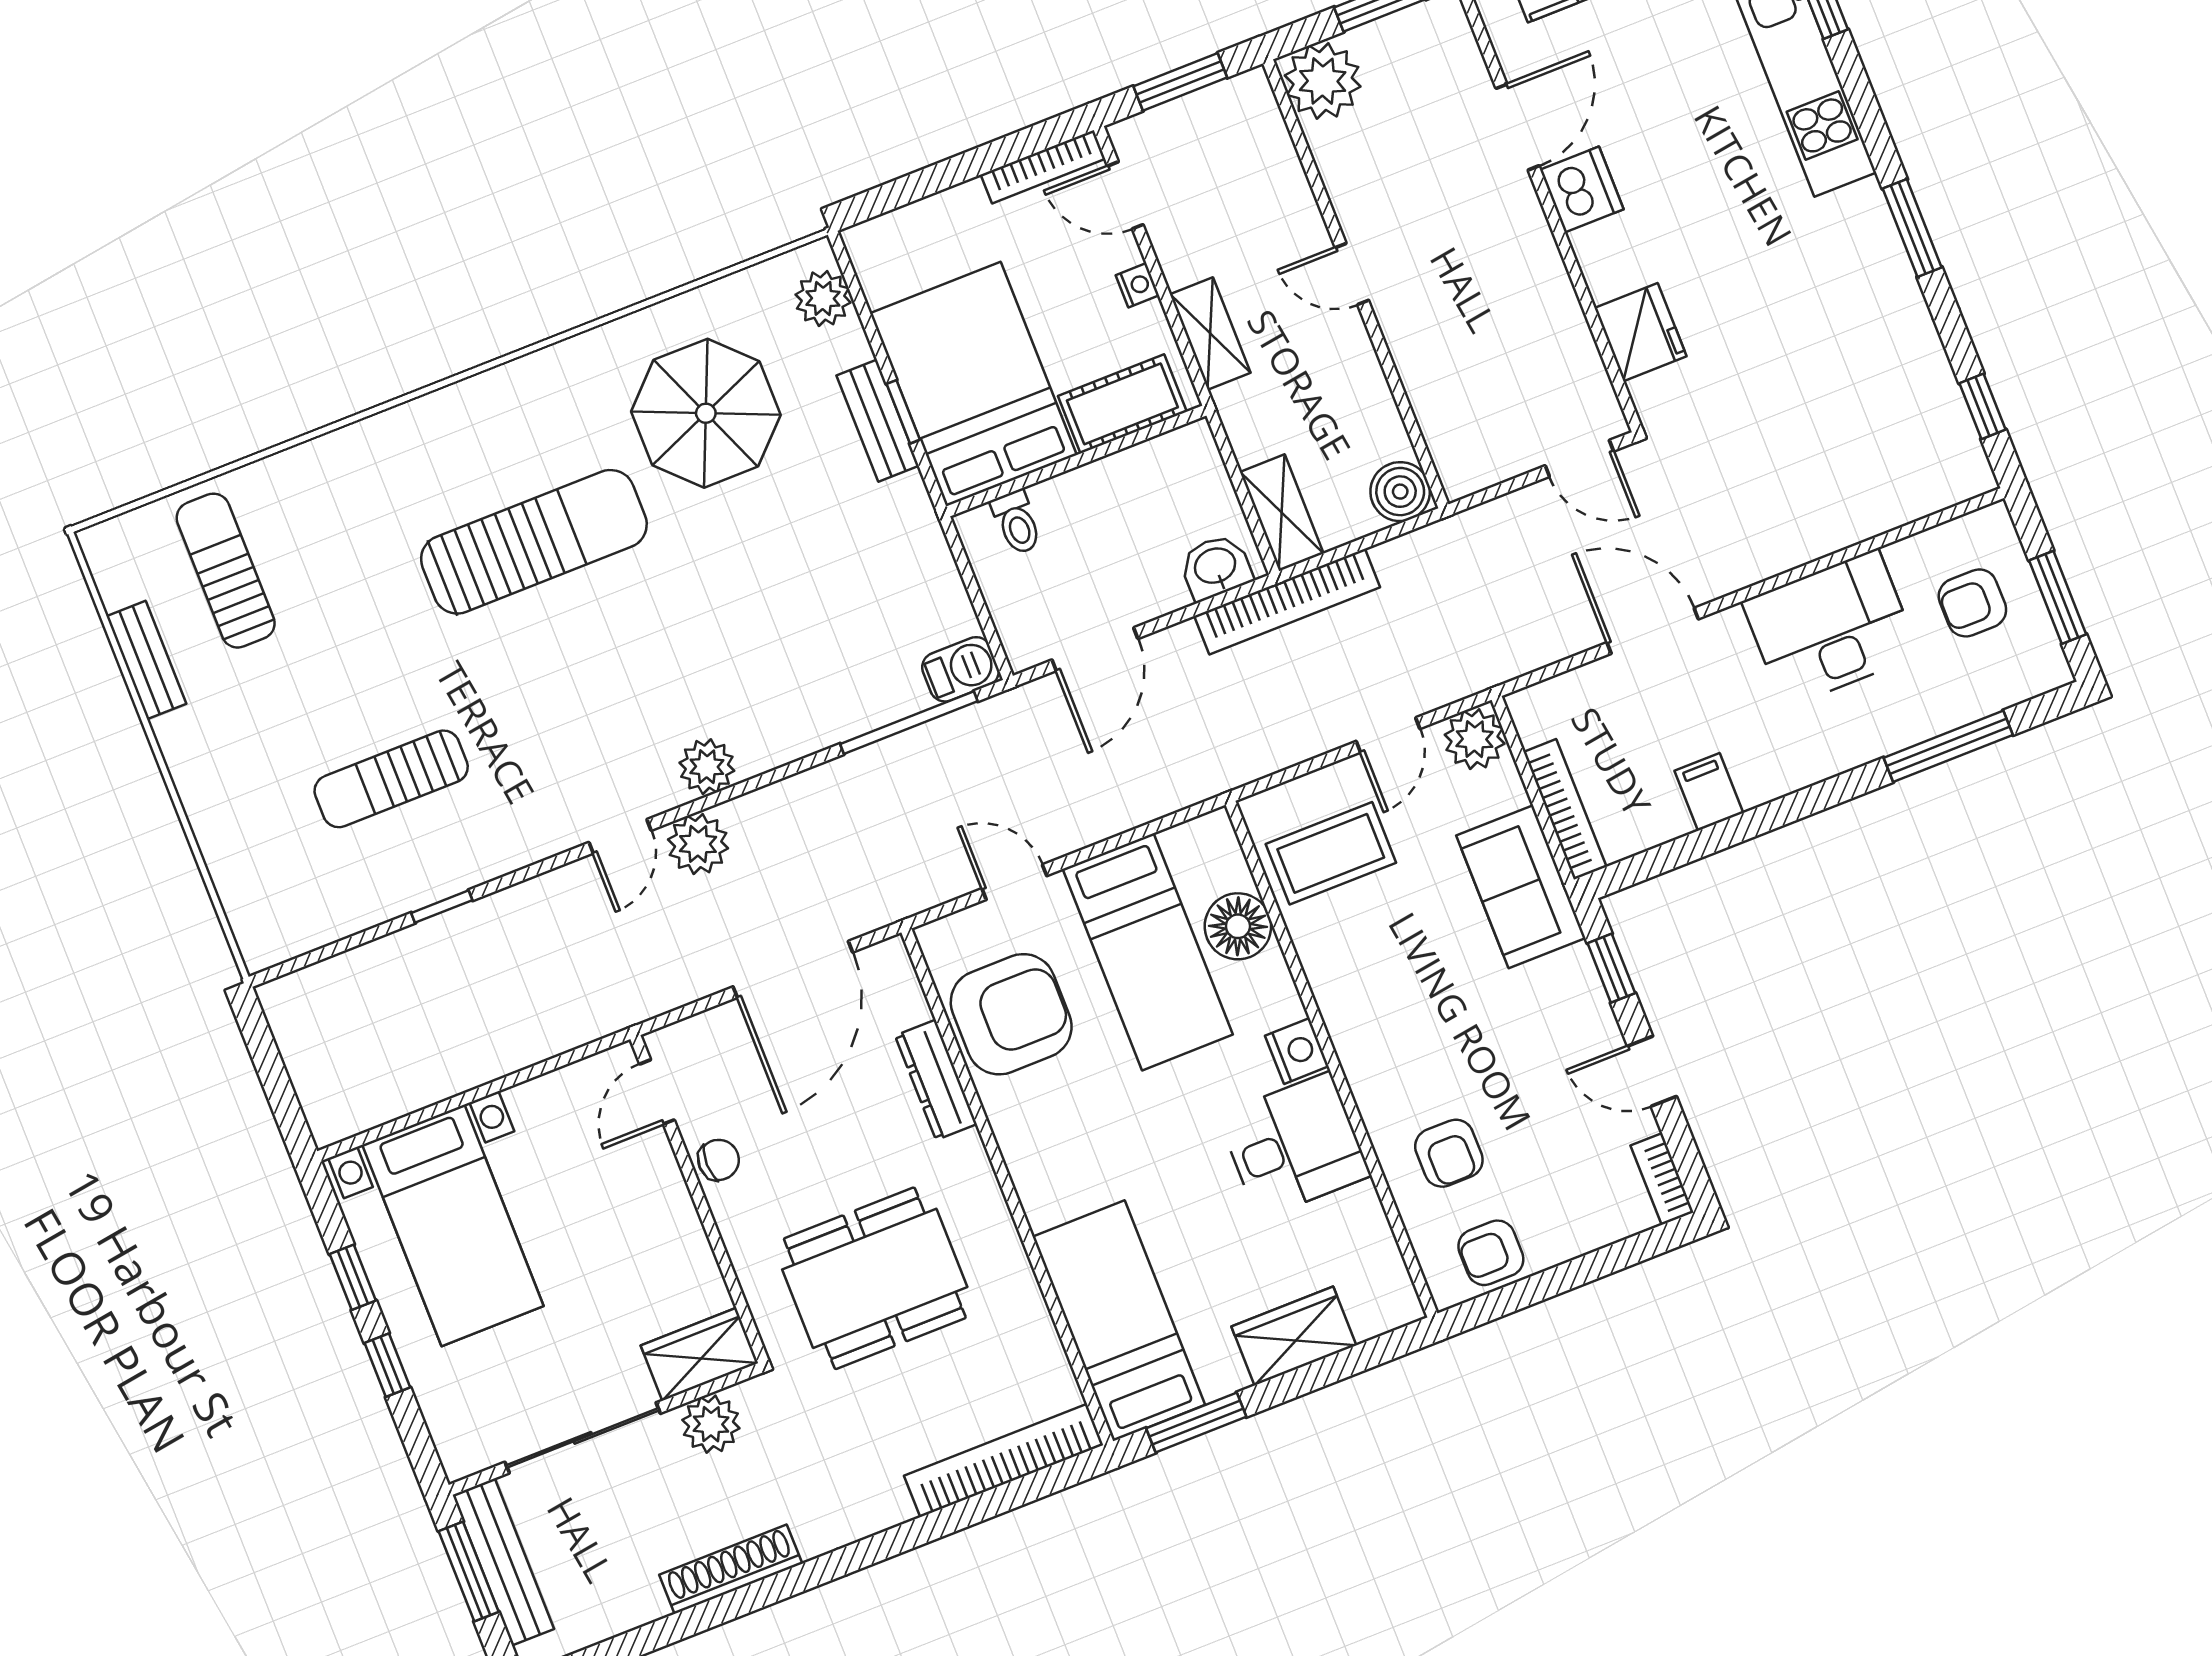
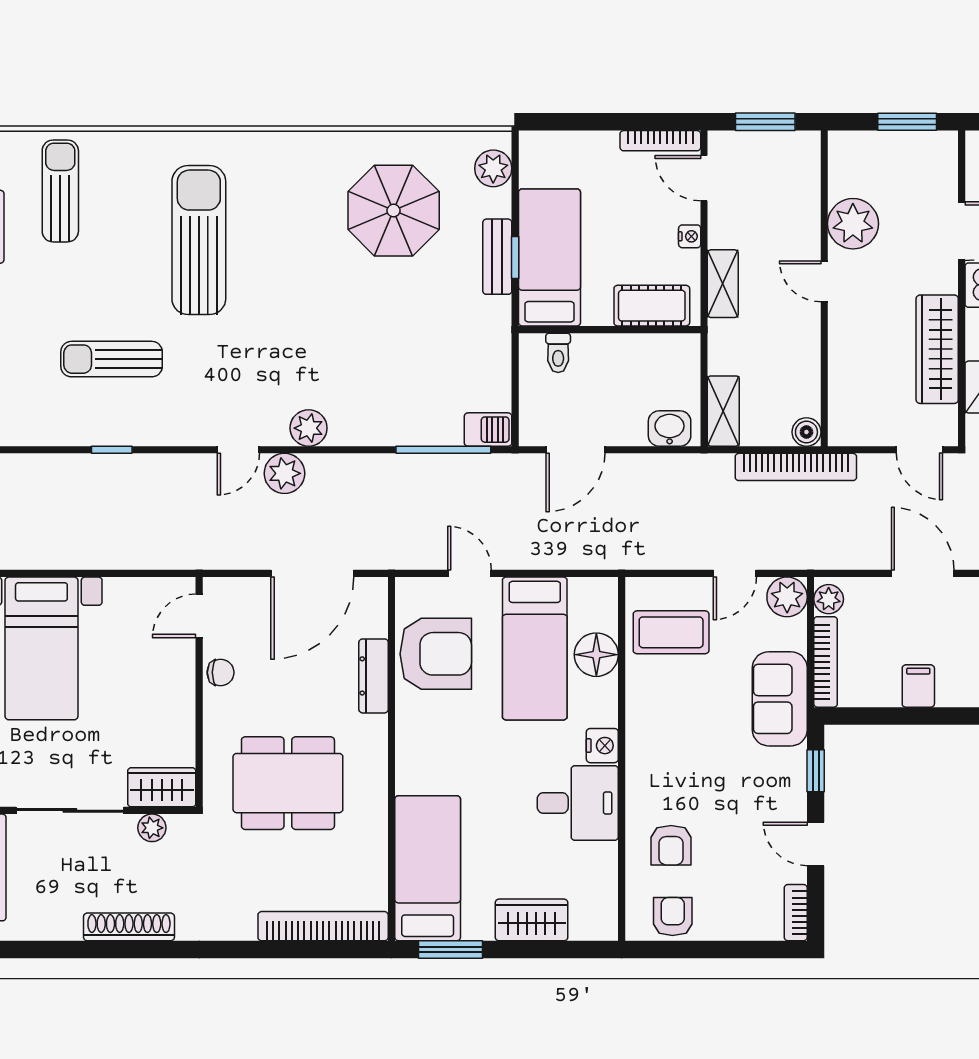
plant: (1323, 81) -> (853, 224), moved
wardrobe: (1549, 307) -> (937, 349), added
bed: (973, 384) -> (549, 257), width x0.67
boiler: (1400, 492) -> (806, 432), width x0.73, depth x0.73
sun lounger: (534, 542) -> (199, 240), moved, turned -90
bookcase: (1287, 602) -> (796, 467), moved
plant: (1534, 719) -> (829, 599), added
armchair: (1491, 1253) -> (673, 917), turned 90
plant: (711, 1424) -> (152, 828), width x0.73, depth x0.73

